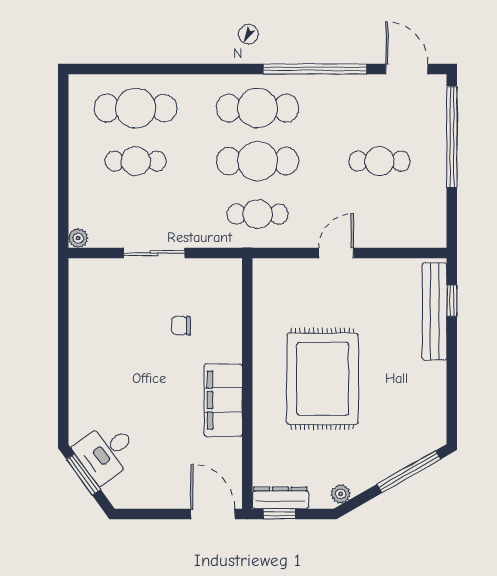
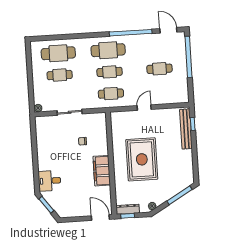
cafe table: (258, 161) -> (110, 72), width x0.73, depth x0.74
desk: (106, 452) -> (50, 181), moved, turned 36

